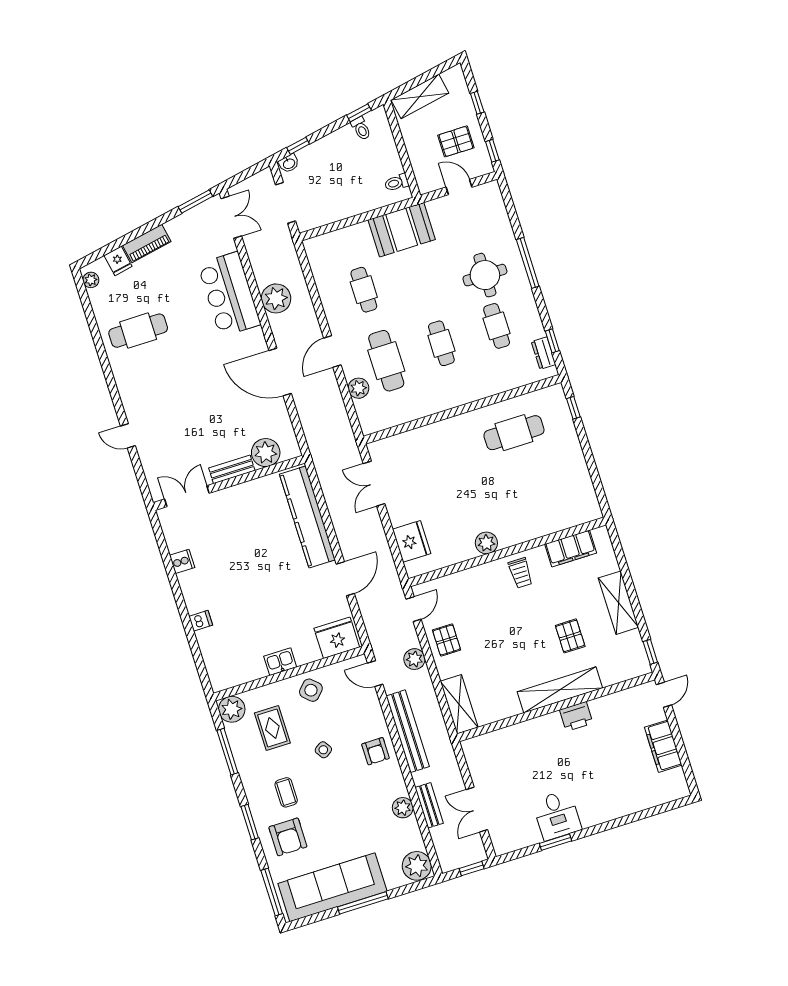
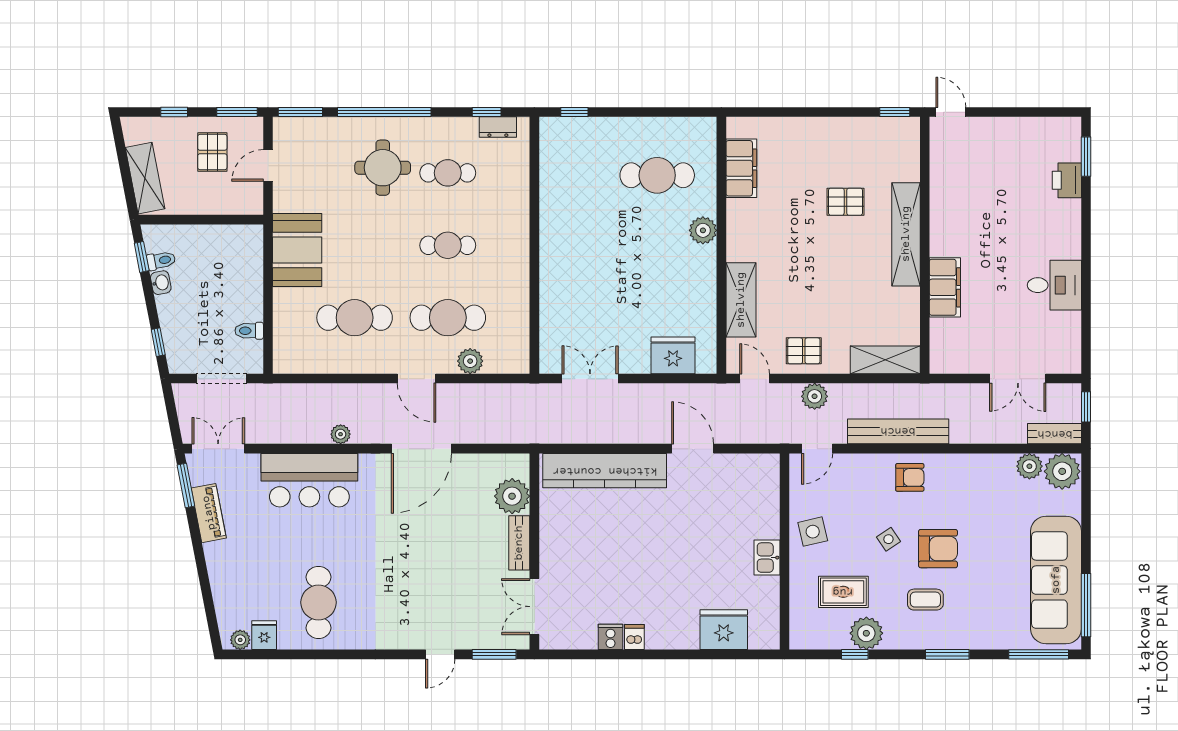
window: (492, 151) -> (237, 112), width x1.50
washbasin: (289, 163) -> (161, 283), moved
toilet: (397, 183) -> (249, 331), moved, turned 90
window: (508, 199) -> (300, 112), added
piano: (147, 243) -> (209, 513), moved
fridge: (118, 261) -> (264, 635), moved, turned -79
window: (528, 263) -> (384, 112), width x1.46
cafe table: (364, 290) -> (355, 318), width x1.37, depth x1.35
plant: (276, 298) -> (341, 434), width x0.53, depth x0.53
cafe table: (514, 433) -> (657, 175), moved, turned 90
window: (141, 477) -> (494, 654), added
double door: (374, 484) -> (590, 379), swing flipped
plant: (486, 543) -> (703, 230), moved
trolley: (521, 573) -> (752, 237), removed
shelving: (618, 603) -> (741, 300), moved, turned 90
dishwasher: (201, 621) -> (634, 637), moved
fridge: (337, 638) -> (724, 630), moved, turned 90
side table: (311, 690) -> (813, 532), turned 34
plant: (232, 709) -> (866, 633), moved
printer: (576, 716) -> (1067, 180), moved, turned 180
filing cabinet: (663, 746) -> (945, 287), moved, turned -90
window: (227, 752) -> (855, 654), width x0.46
bench: (429, 805) -> (1055, 434), moved
plant: (403, 808) -> (1029, 466), moved
armchair: (288, 837) -> (938, 549), moved
window: (555, 842) -> (1086, 157), moved
window: (363, 903) -> (1086, 605), moved

